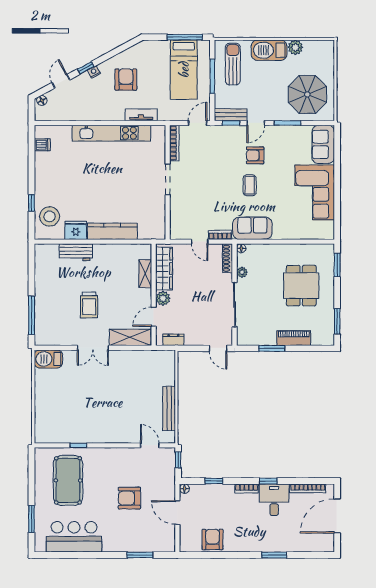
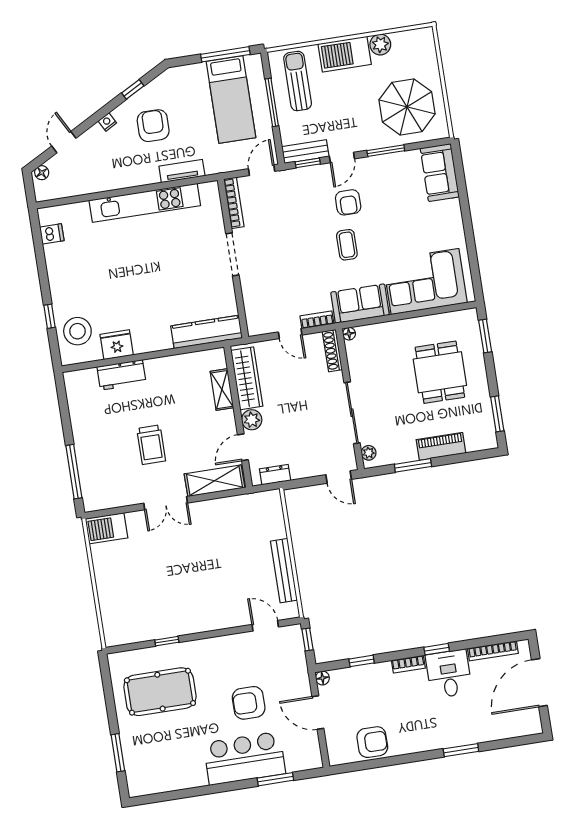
window: (86, 68) -> (133, 89), moved
armchair: (255, 155) -> (348, 202), turned -90
corner sofa: (315, 193) -> (425, 282), moved, turned 90
kitchen counter: (112, 231) -> (207, 332), moved
plant: (242, 272) -> (369, 453), moved
pool table: (68, 480) -> (160, 692), turned 90
bar counter: (74, 537) -> (244, 758), moved
armchair: (212, 539) -> (372, 742), turned 90

